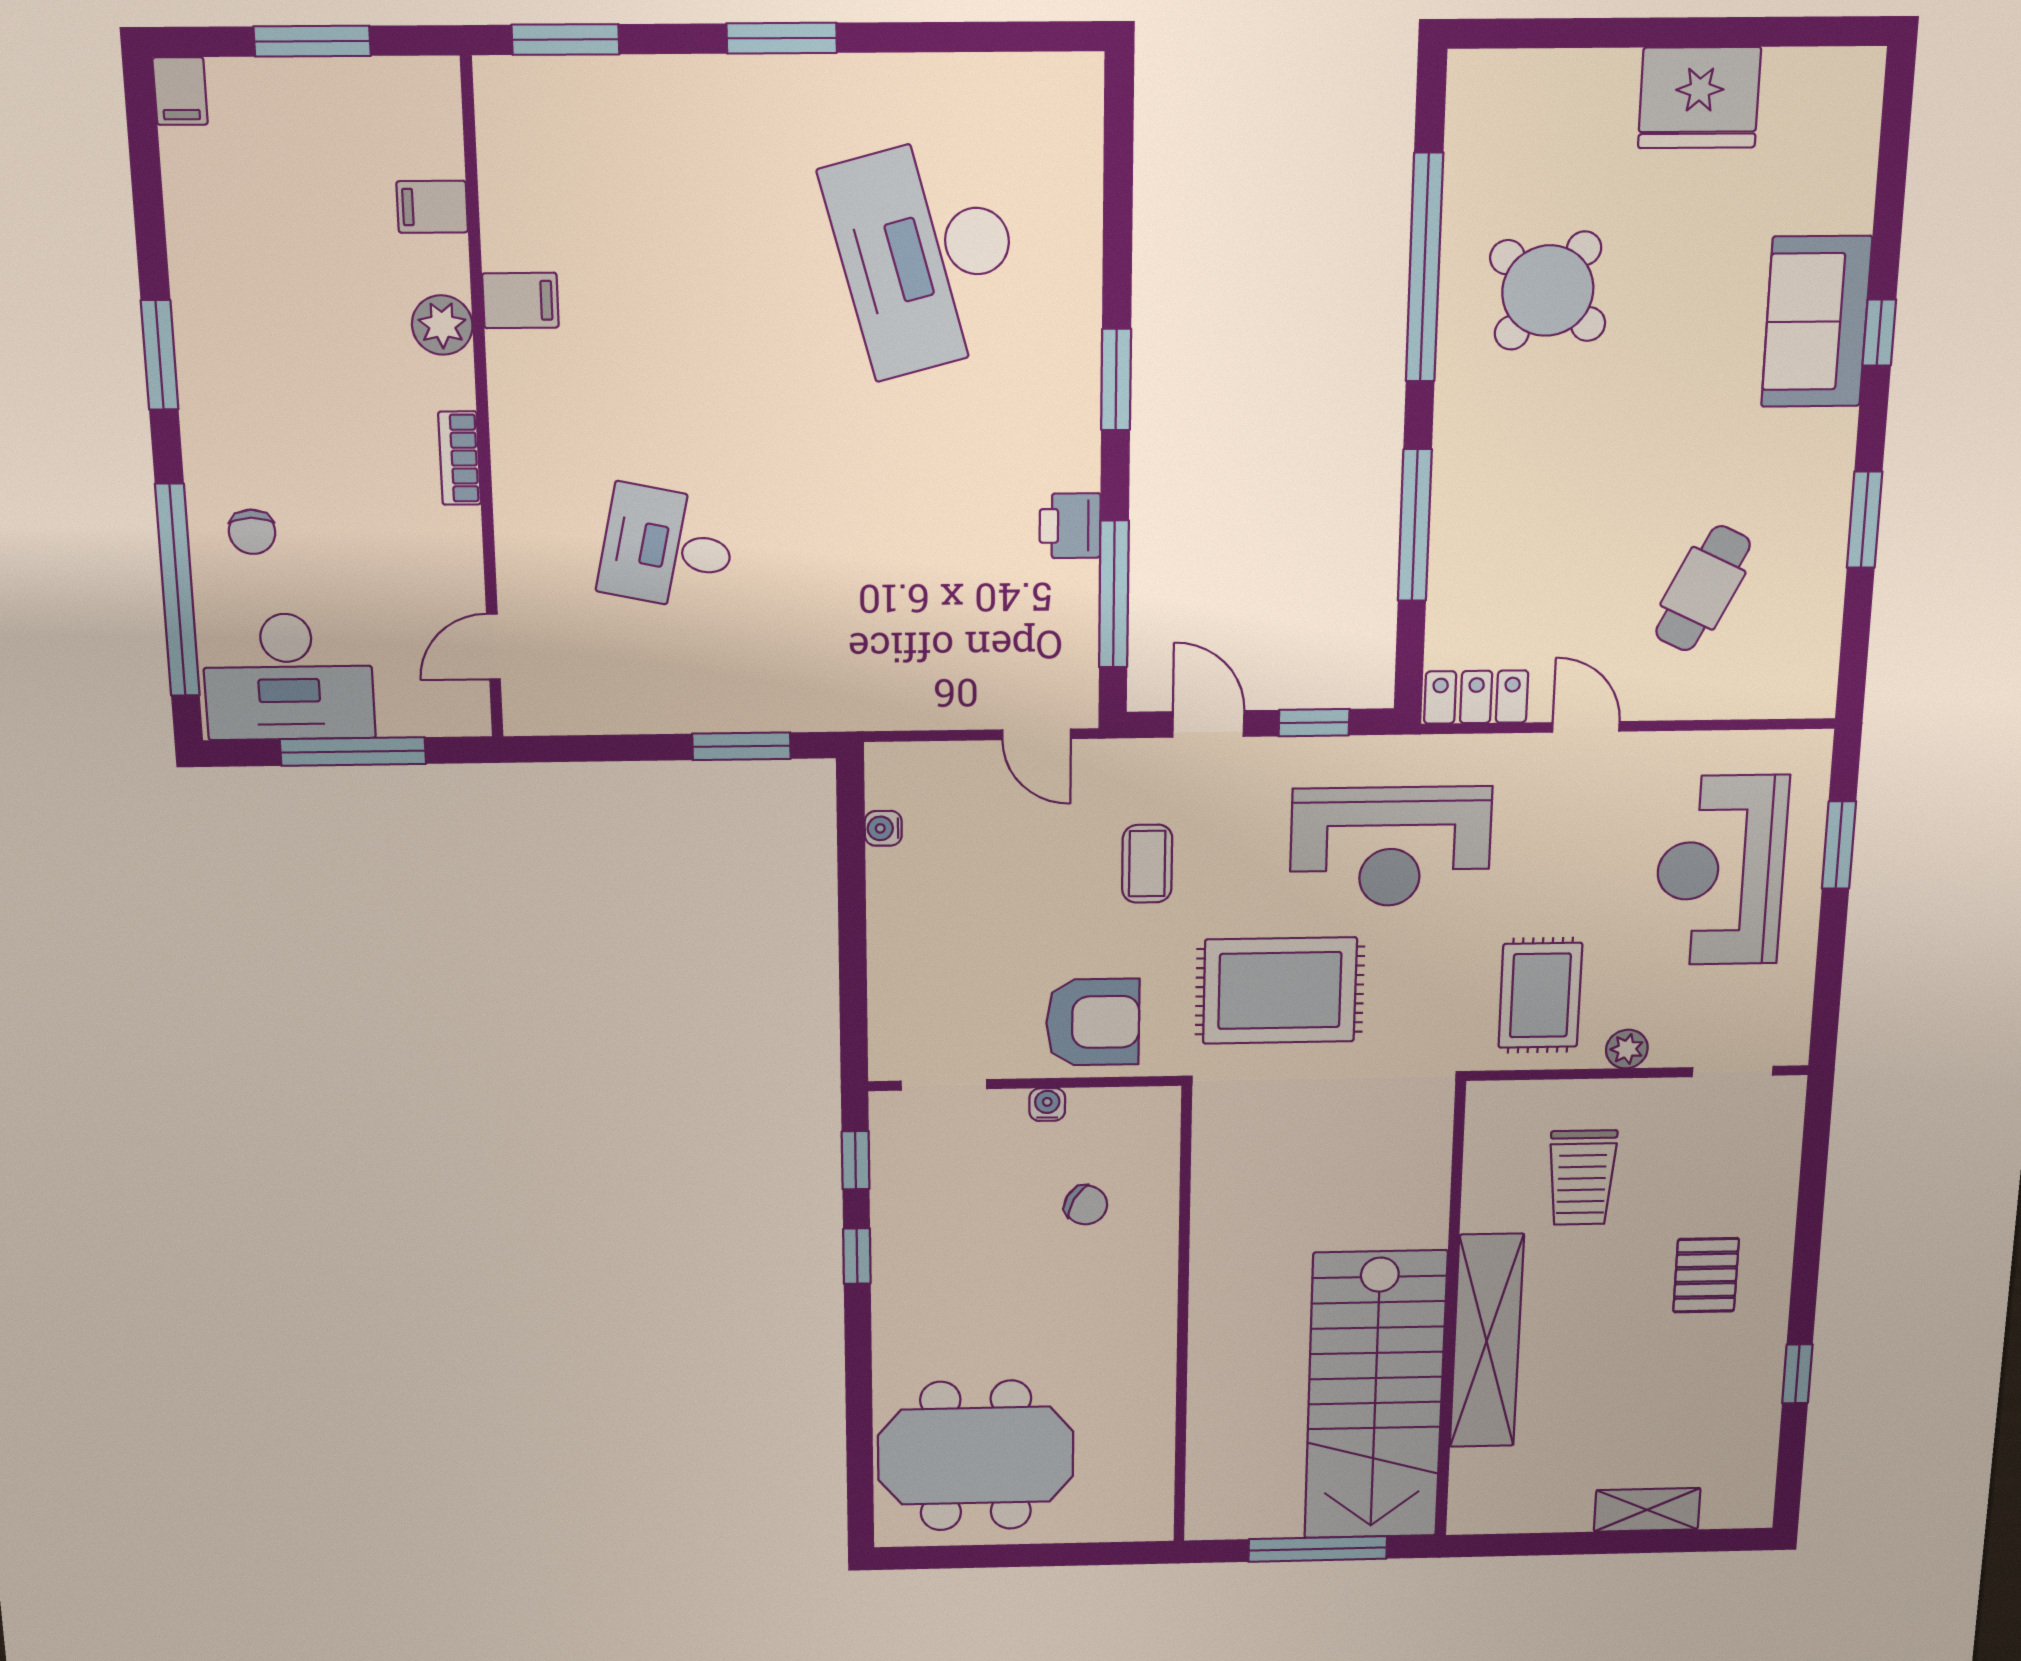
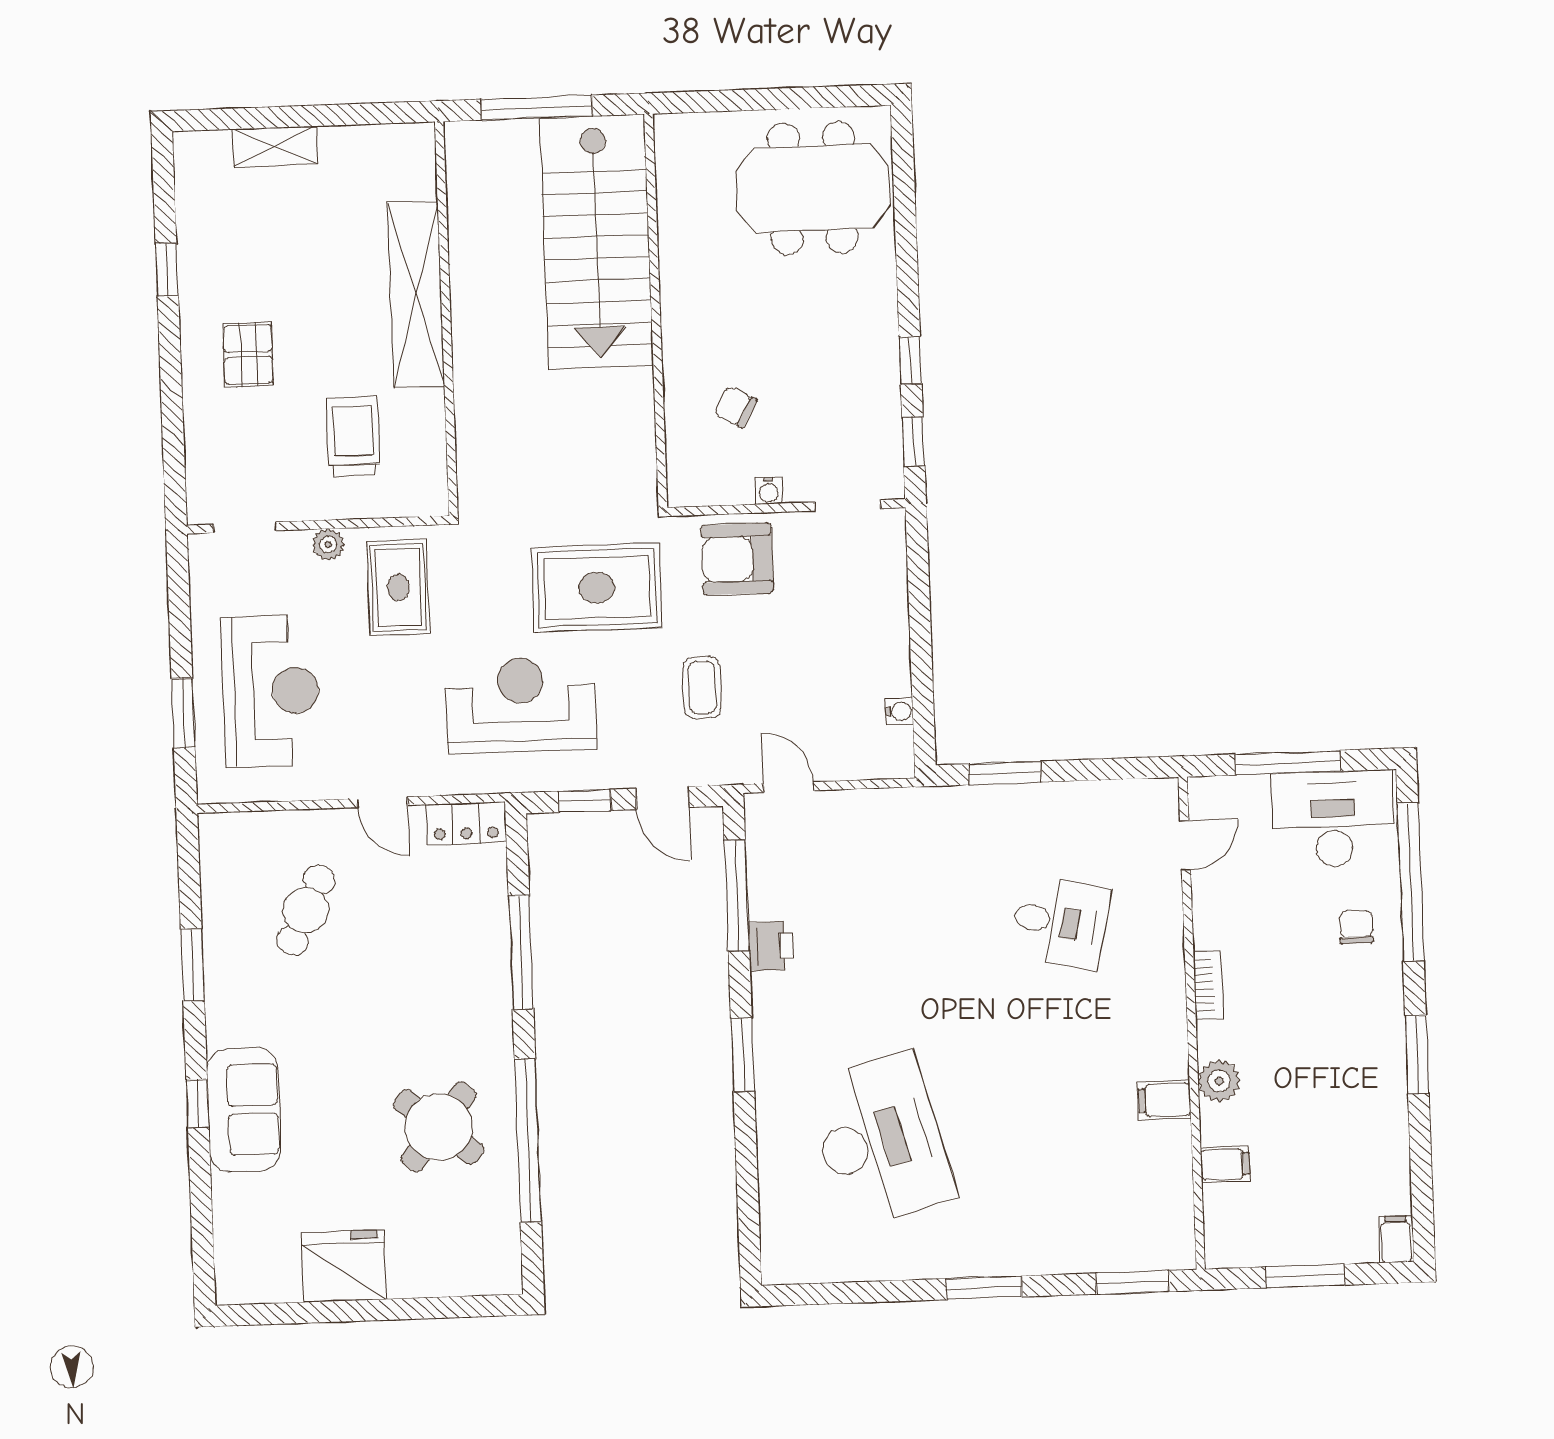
stairs: (1375, 1396) -> (597, 242), moved, turned 180

